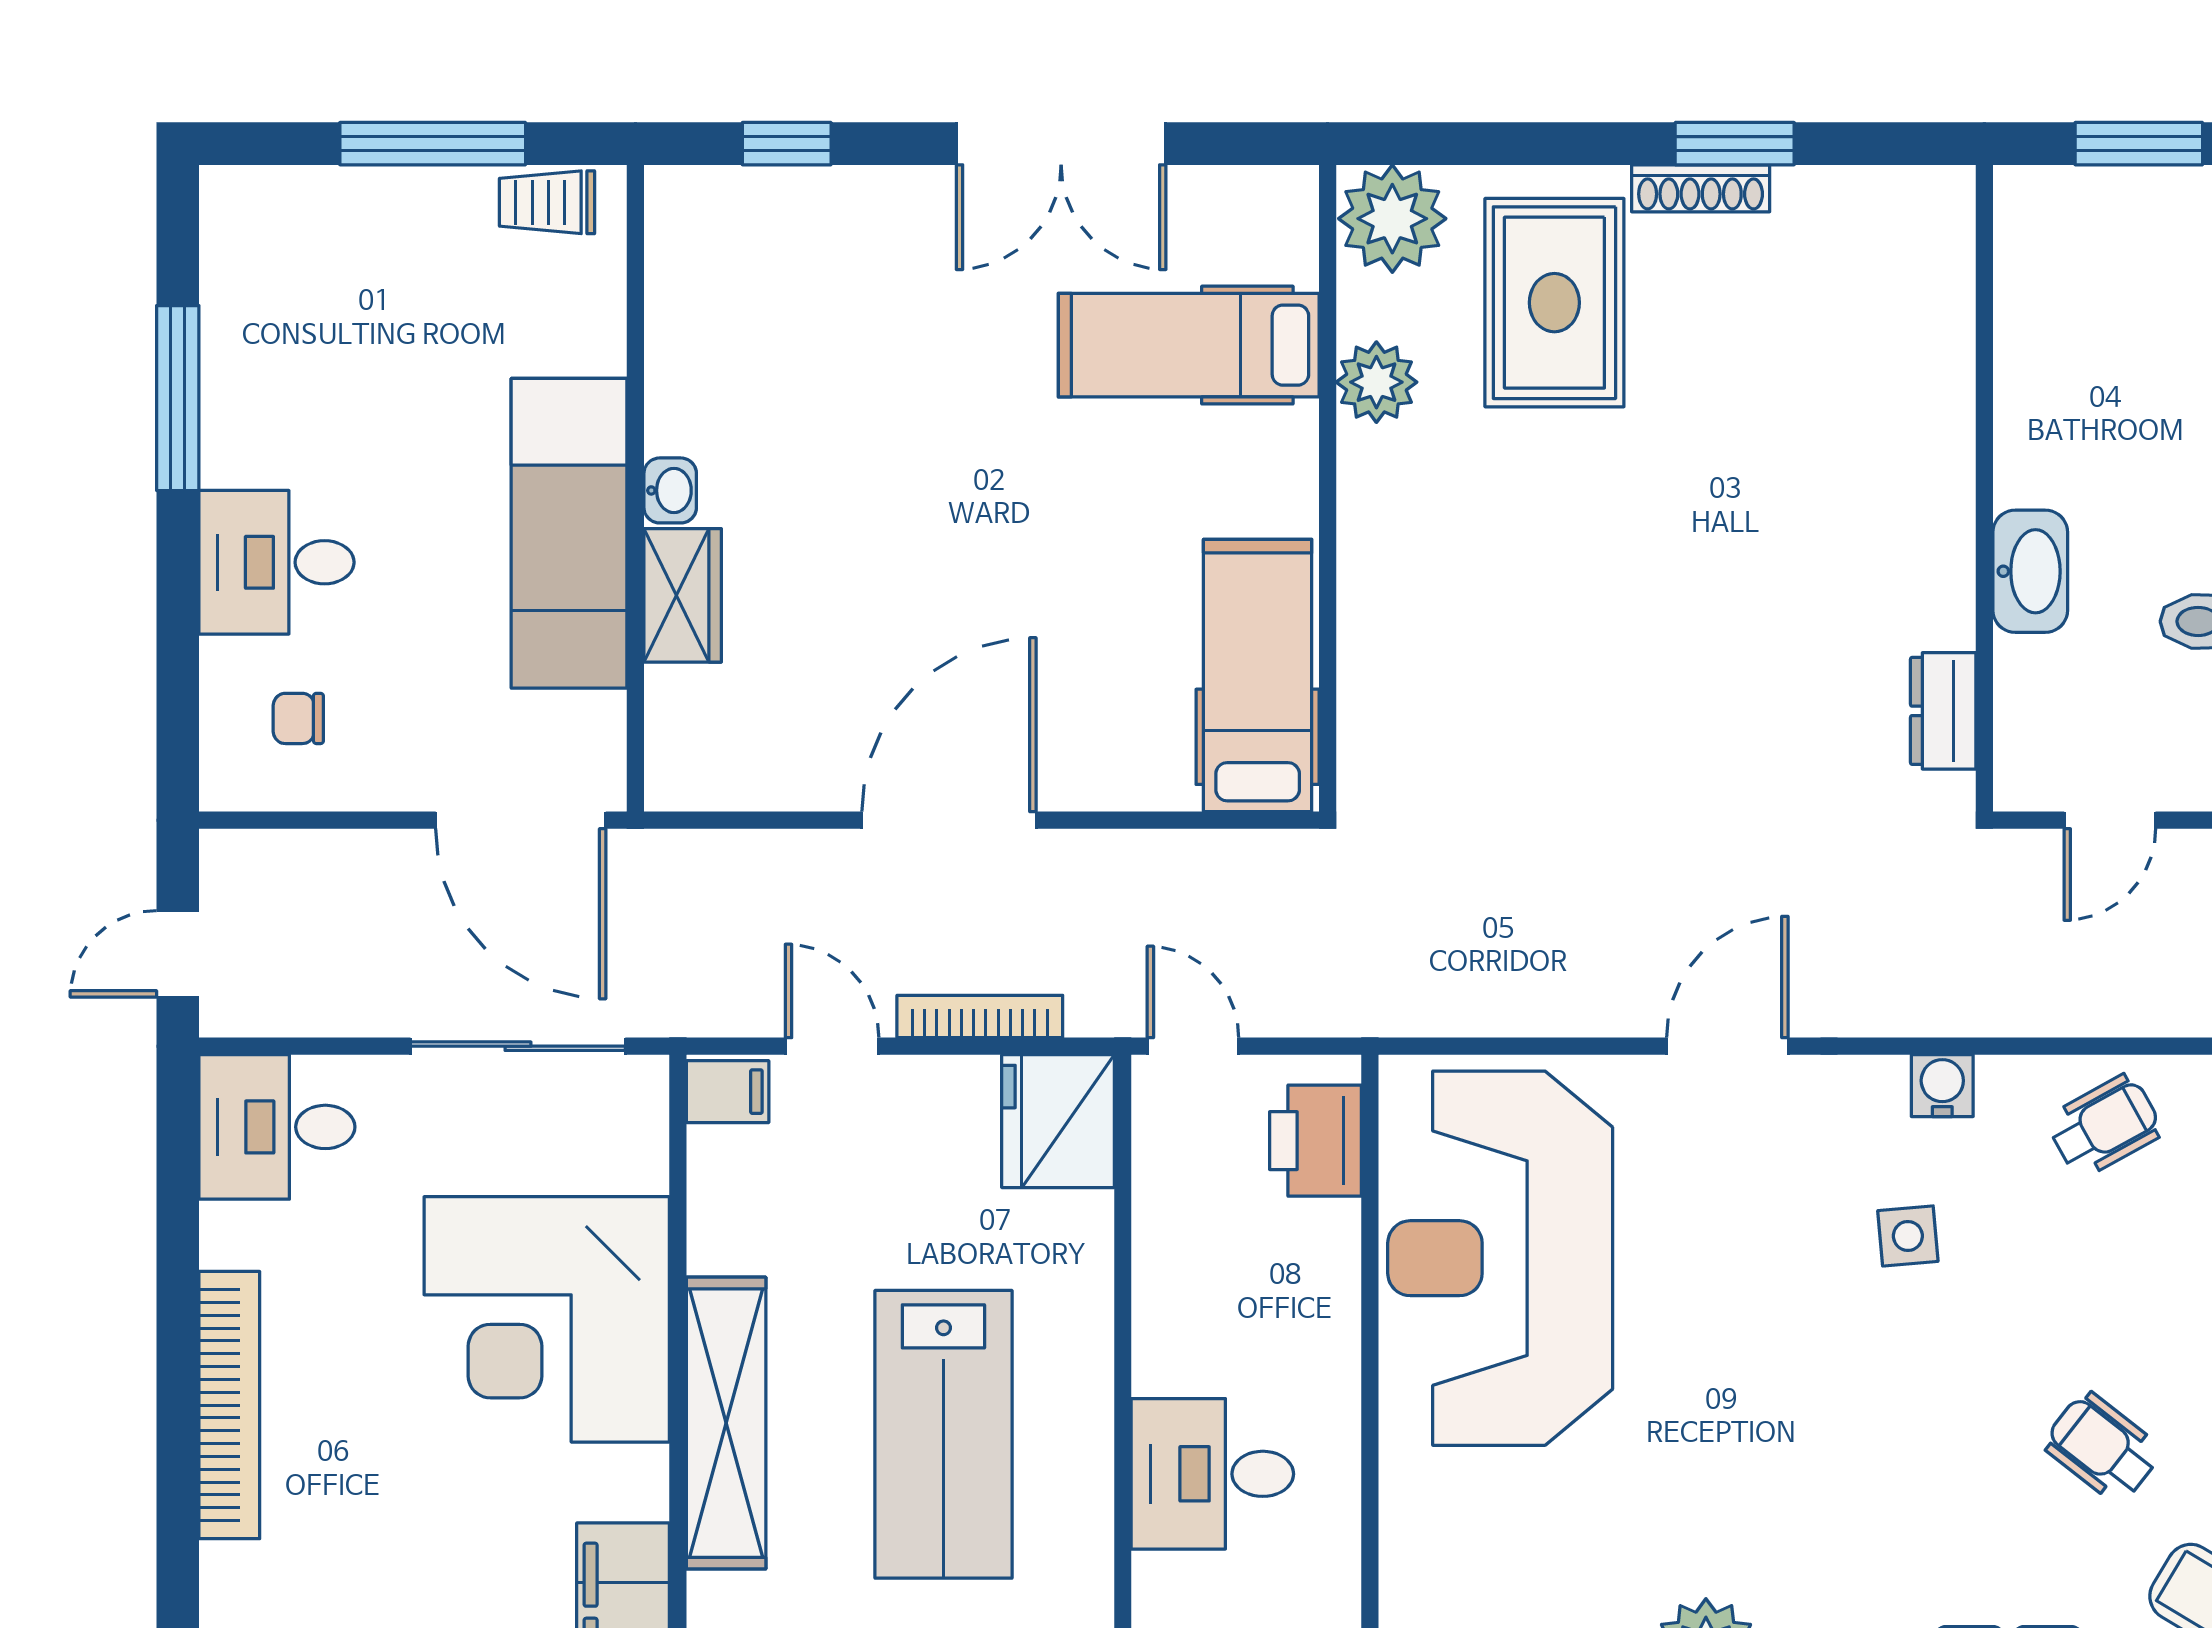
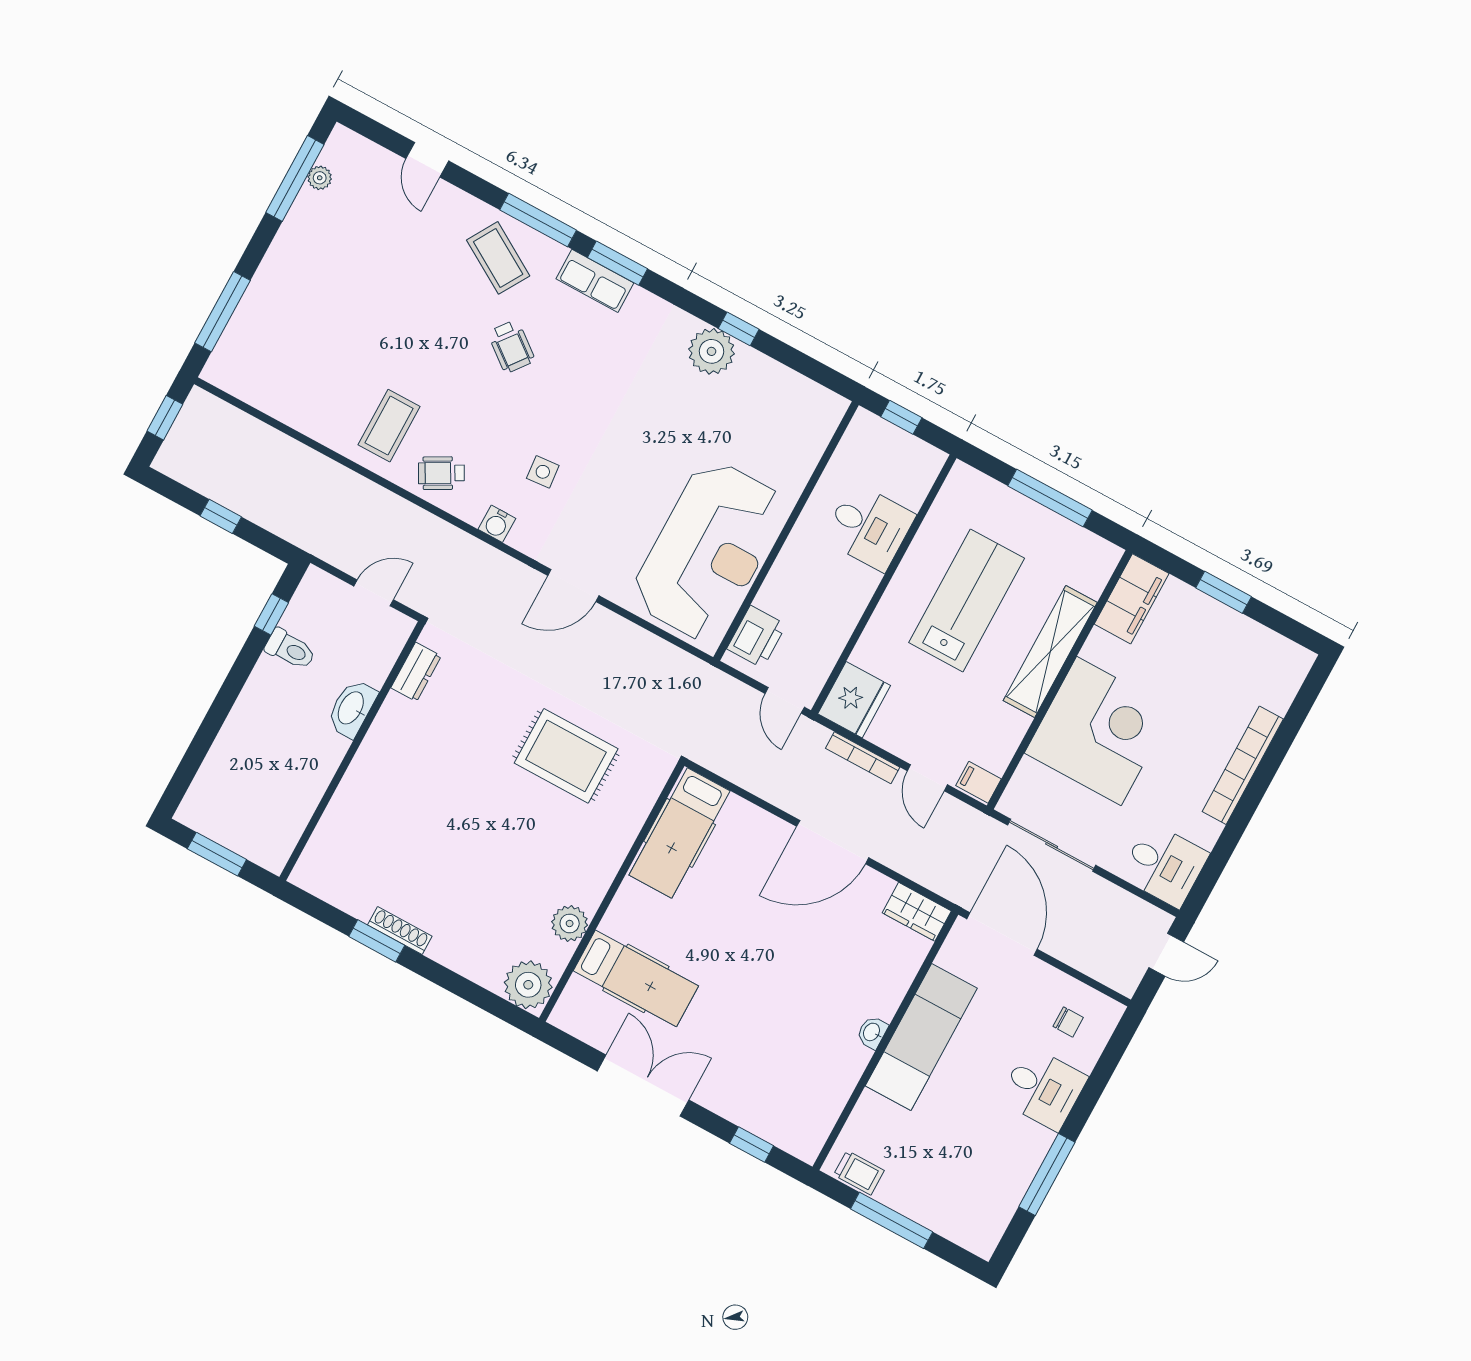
rug: (1554, 303) -> (566, 756), moved, turned 90
wardrobe: (683, 595) -> (917, 912), moved, turned -90

